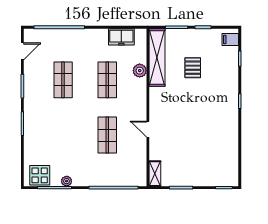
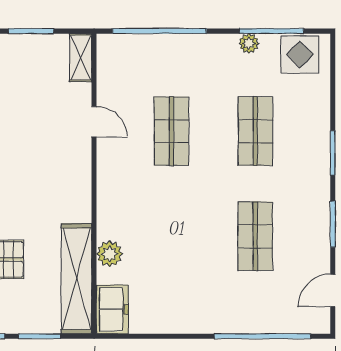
freezer: (121, 37) -> (112, 309), moved, turned 90
shop shelf: (107, 80) -> (255, 131), moved
door: (148, 129) -> (94, 122), moved

